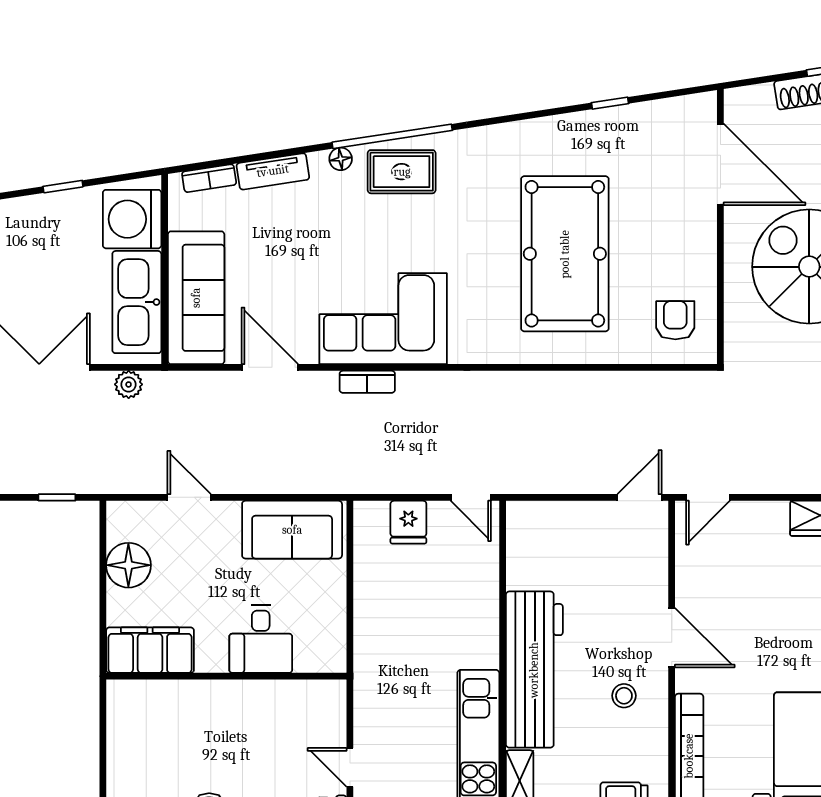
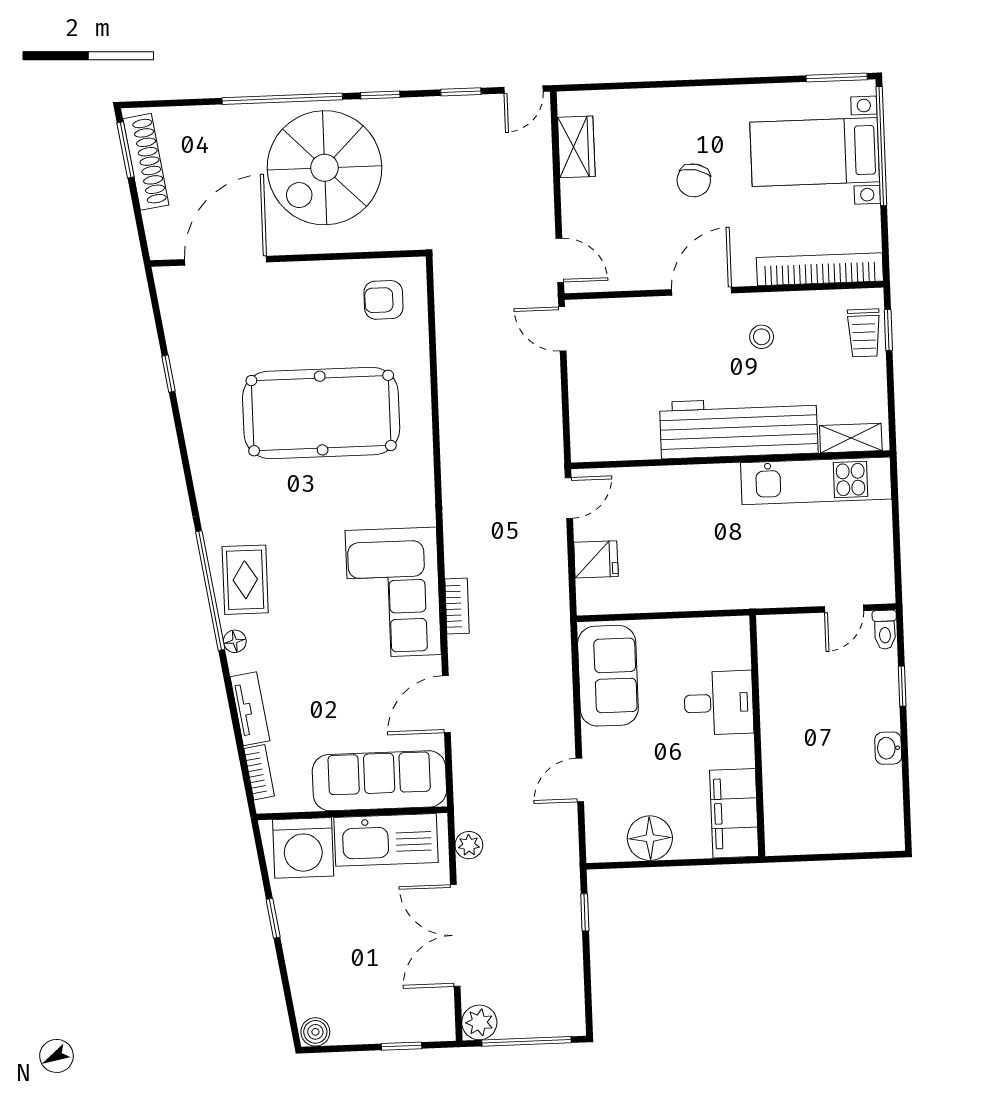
chair: (783, 634) -> (694, 180), added

